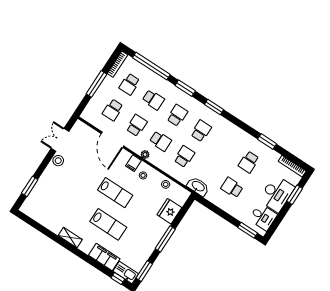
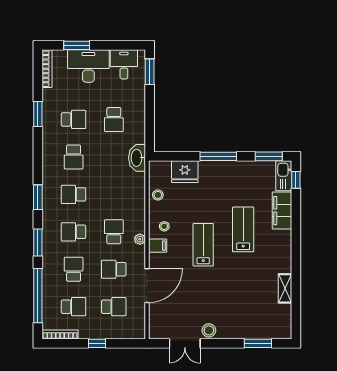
window: (96, 84) -> (97, 343), width x0.46
school desk: (184, 157) -> (74, 157), moved, turned -90
shelving: (70, 238) -> (285, 288), moved

